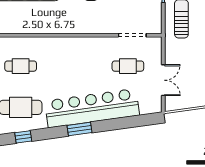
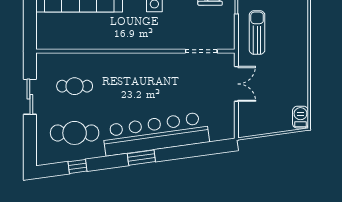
cafe table: (128, 66) -> (196, 86), removed
double door: (163, 80) -> (236, 84), moved

